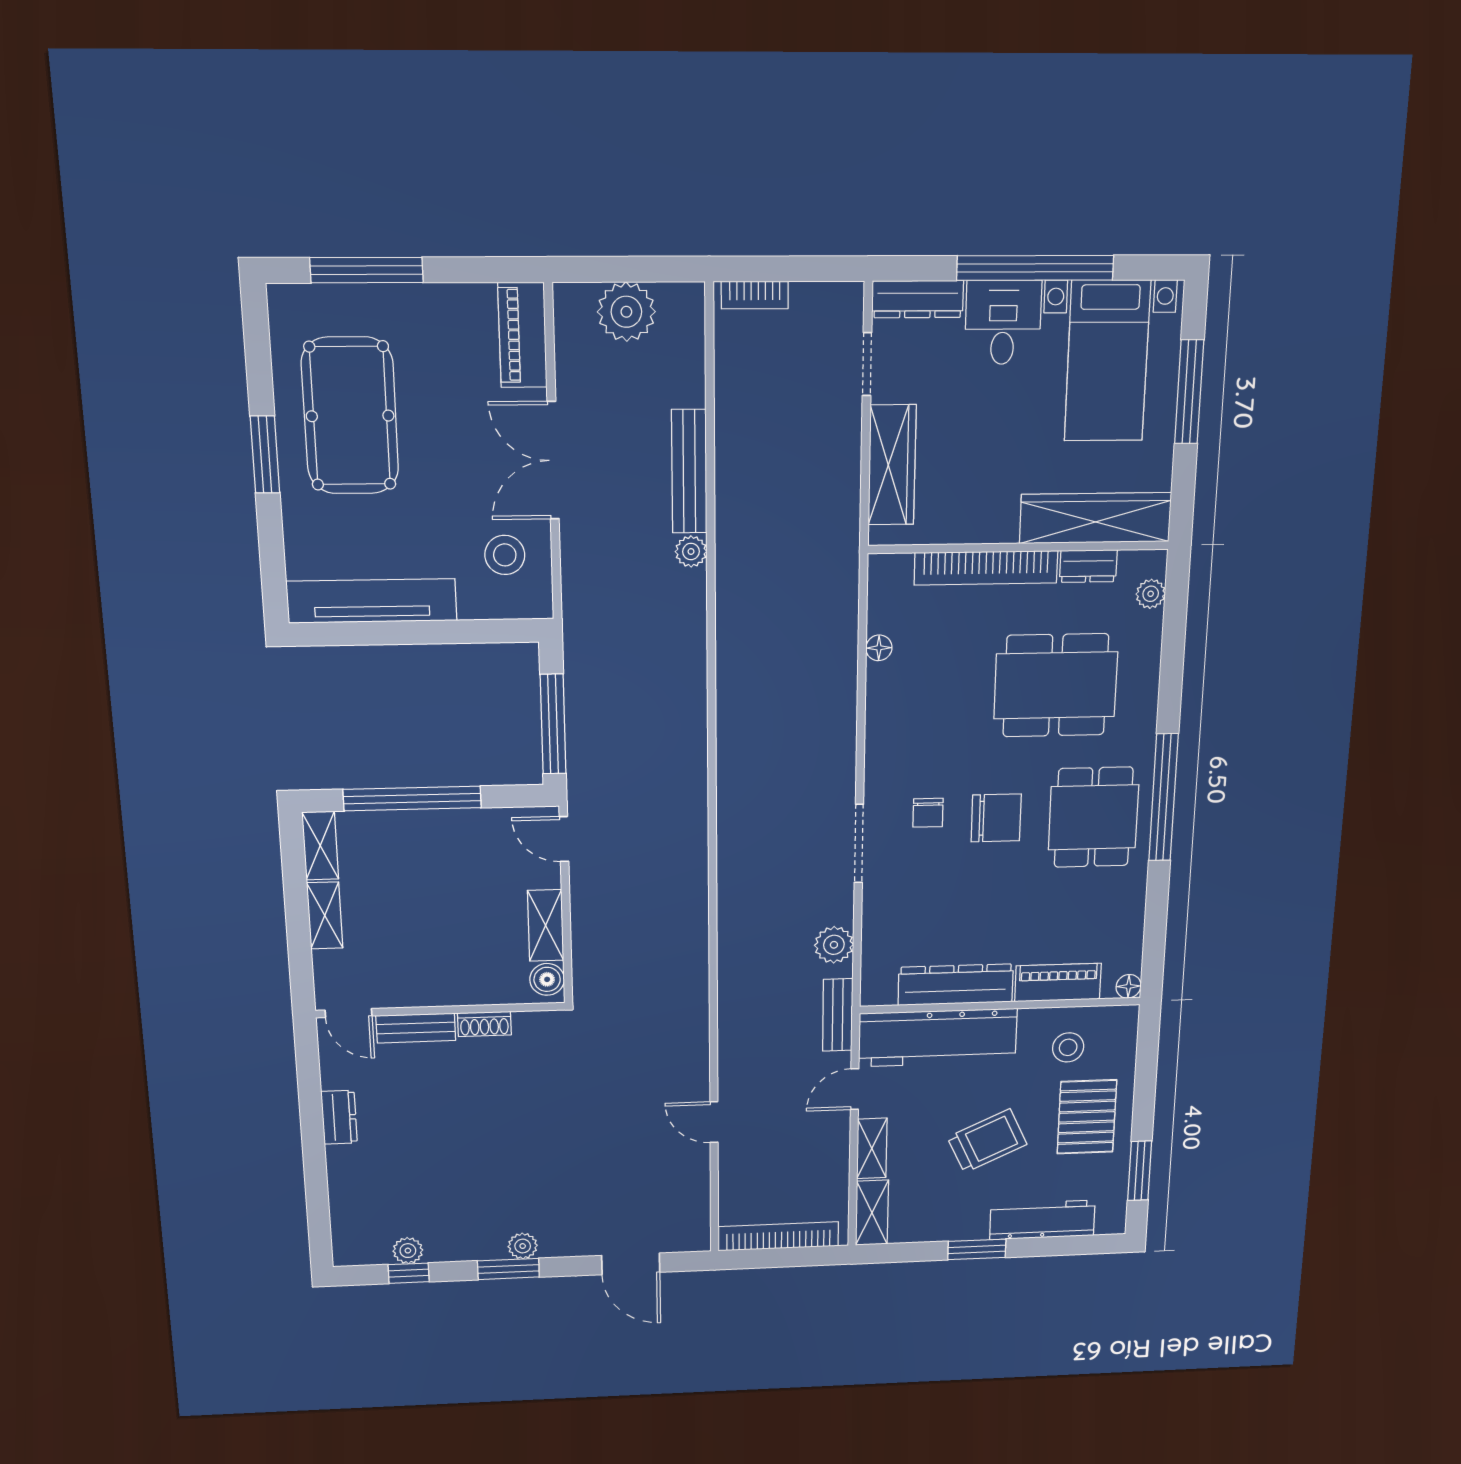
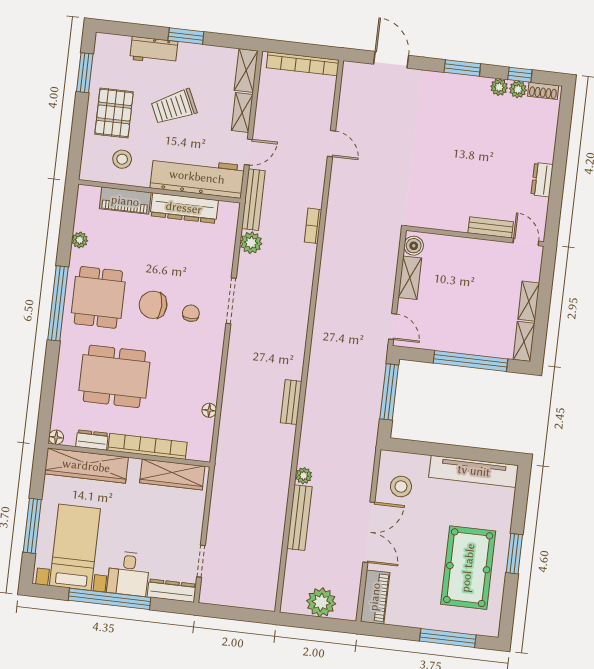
bookcase: (755, 295) -> (313, 226), moved, turned -90
wardrobe: (892, 465) -> (172, 474), moved, turned -90
plant: (1151, 594) -> (80, 240), moved
bench: (731, 682) -> (291, 402), added
floor lamp: (1129, 986) -> (56, 437), moved
bench: (838, 1015) -> (253, 200), width x1.36
shoe rack: (484, 1024) -> (543, 91), moved, turned 180
workbench: (1042, 1220) -> (154, 50), width x0.73
plant: (523, 1246) -> (499, 87), moved

